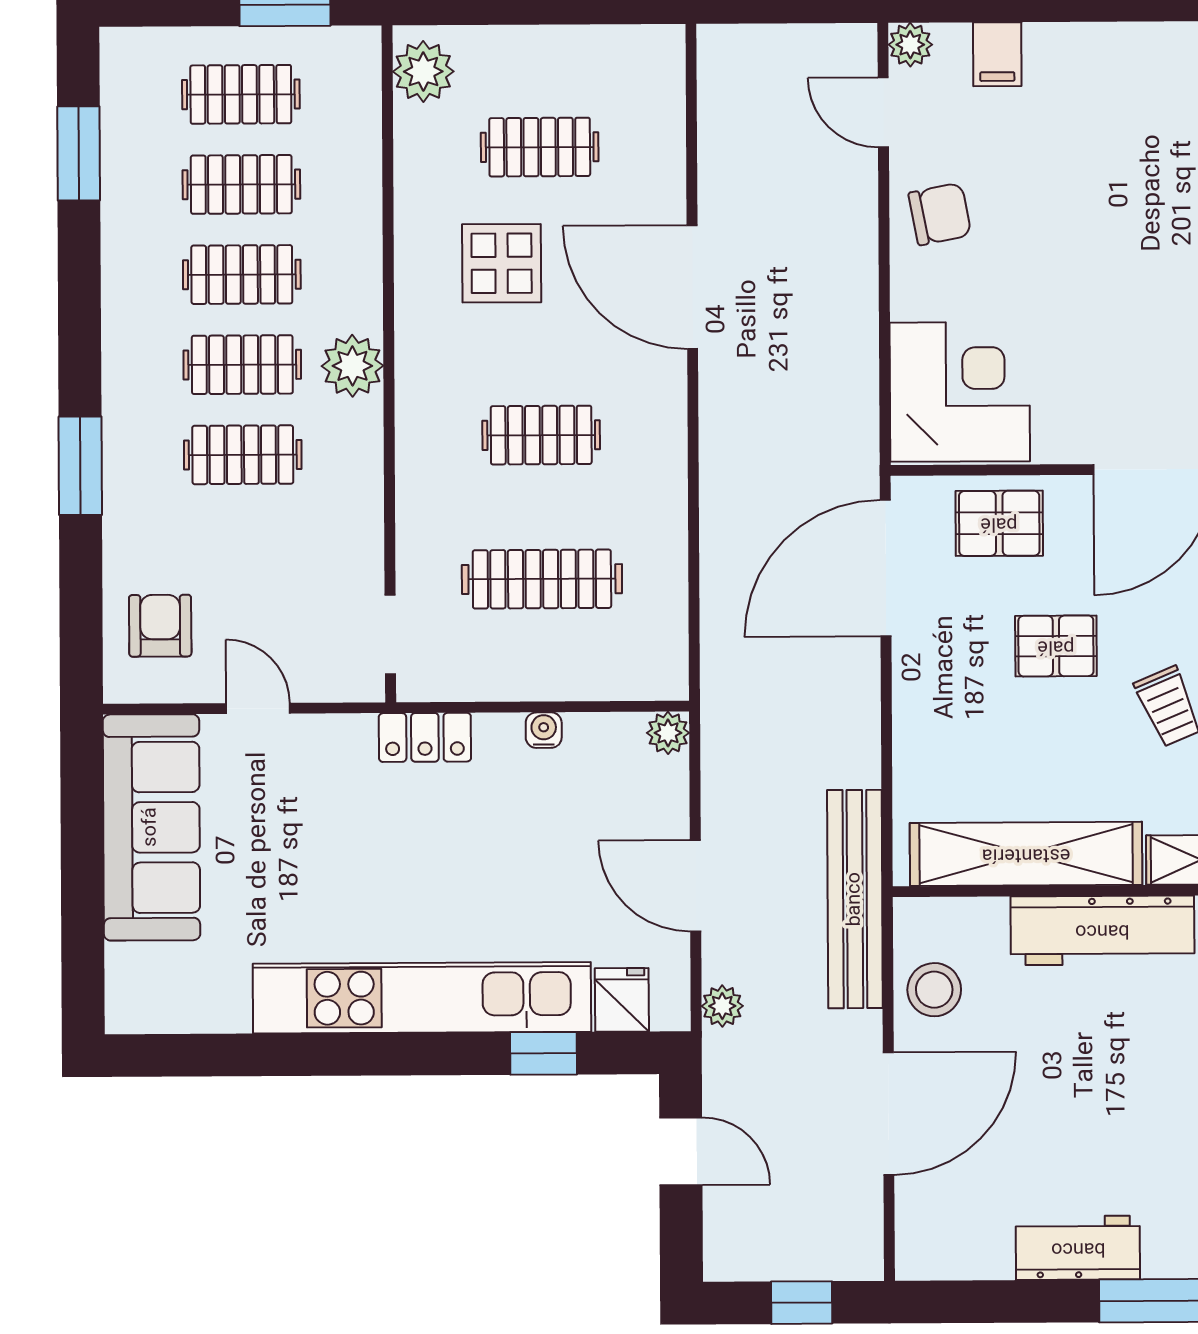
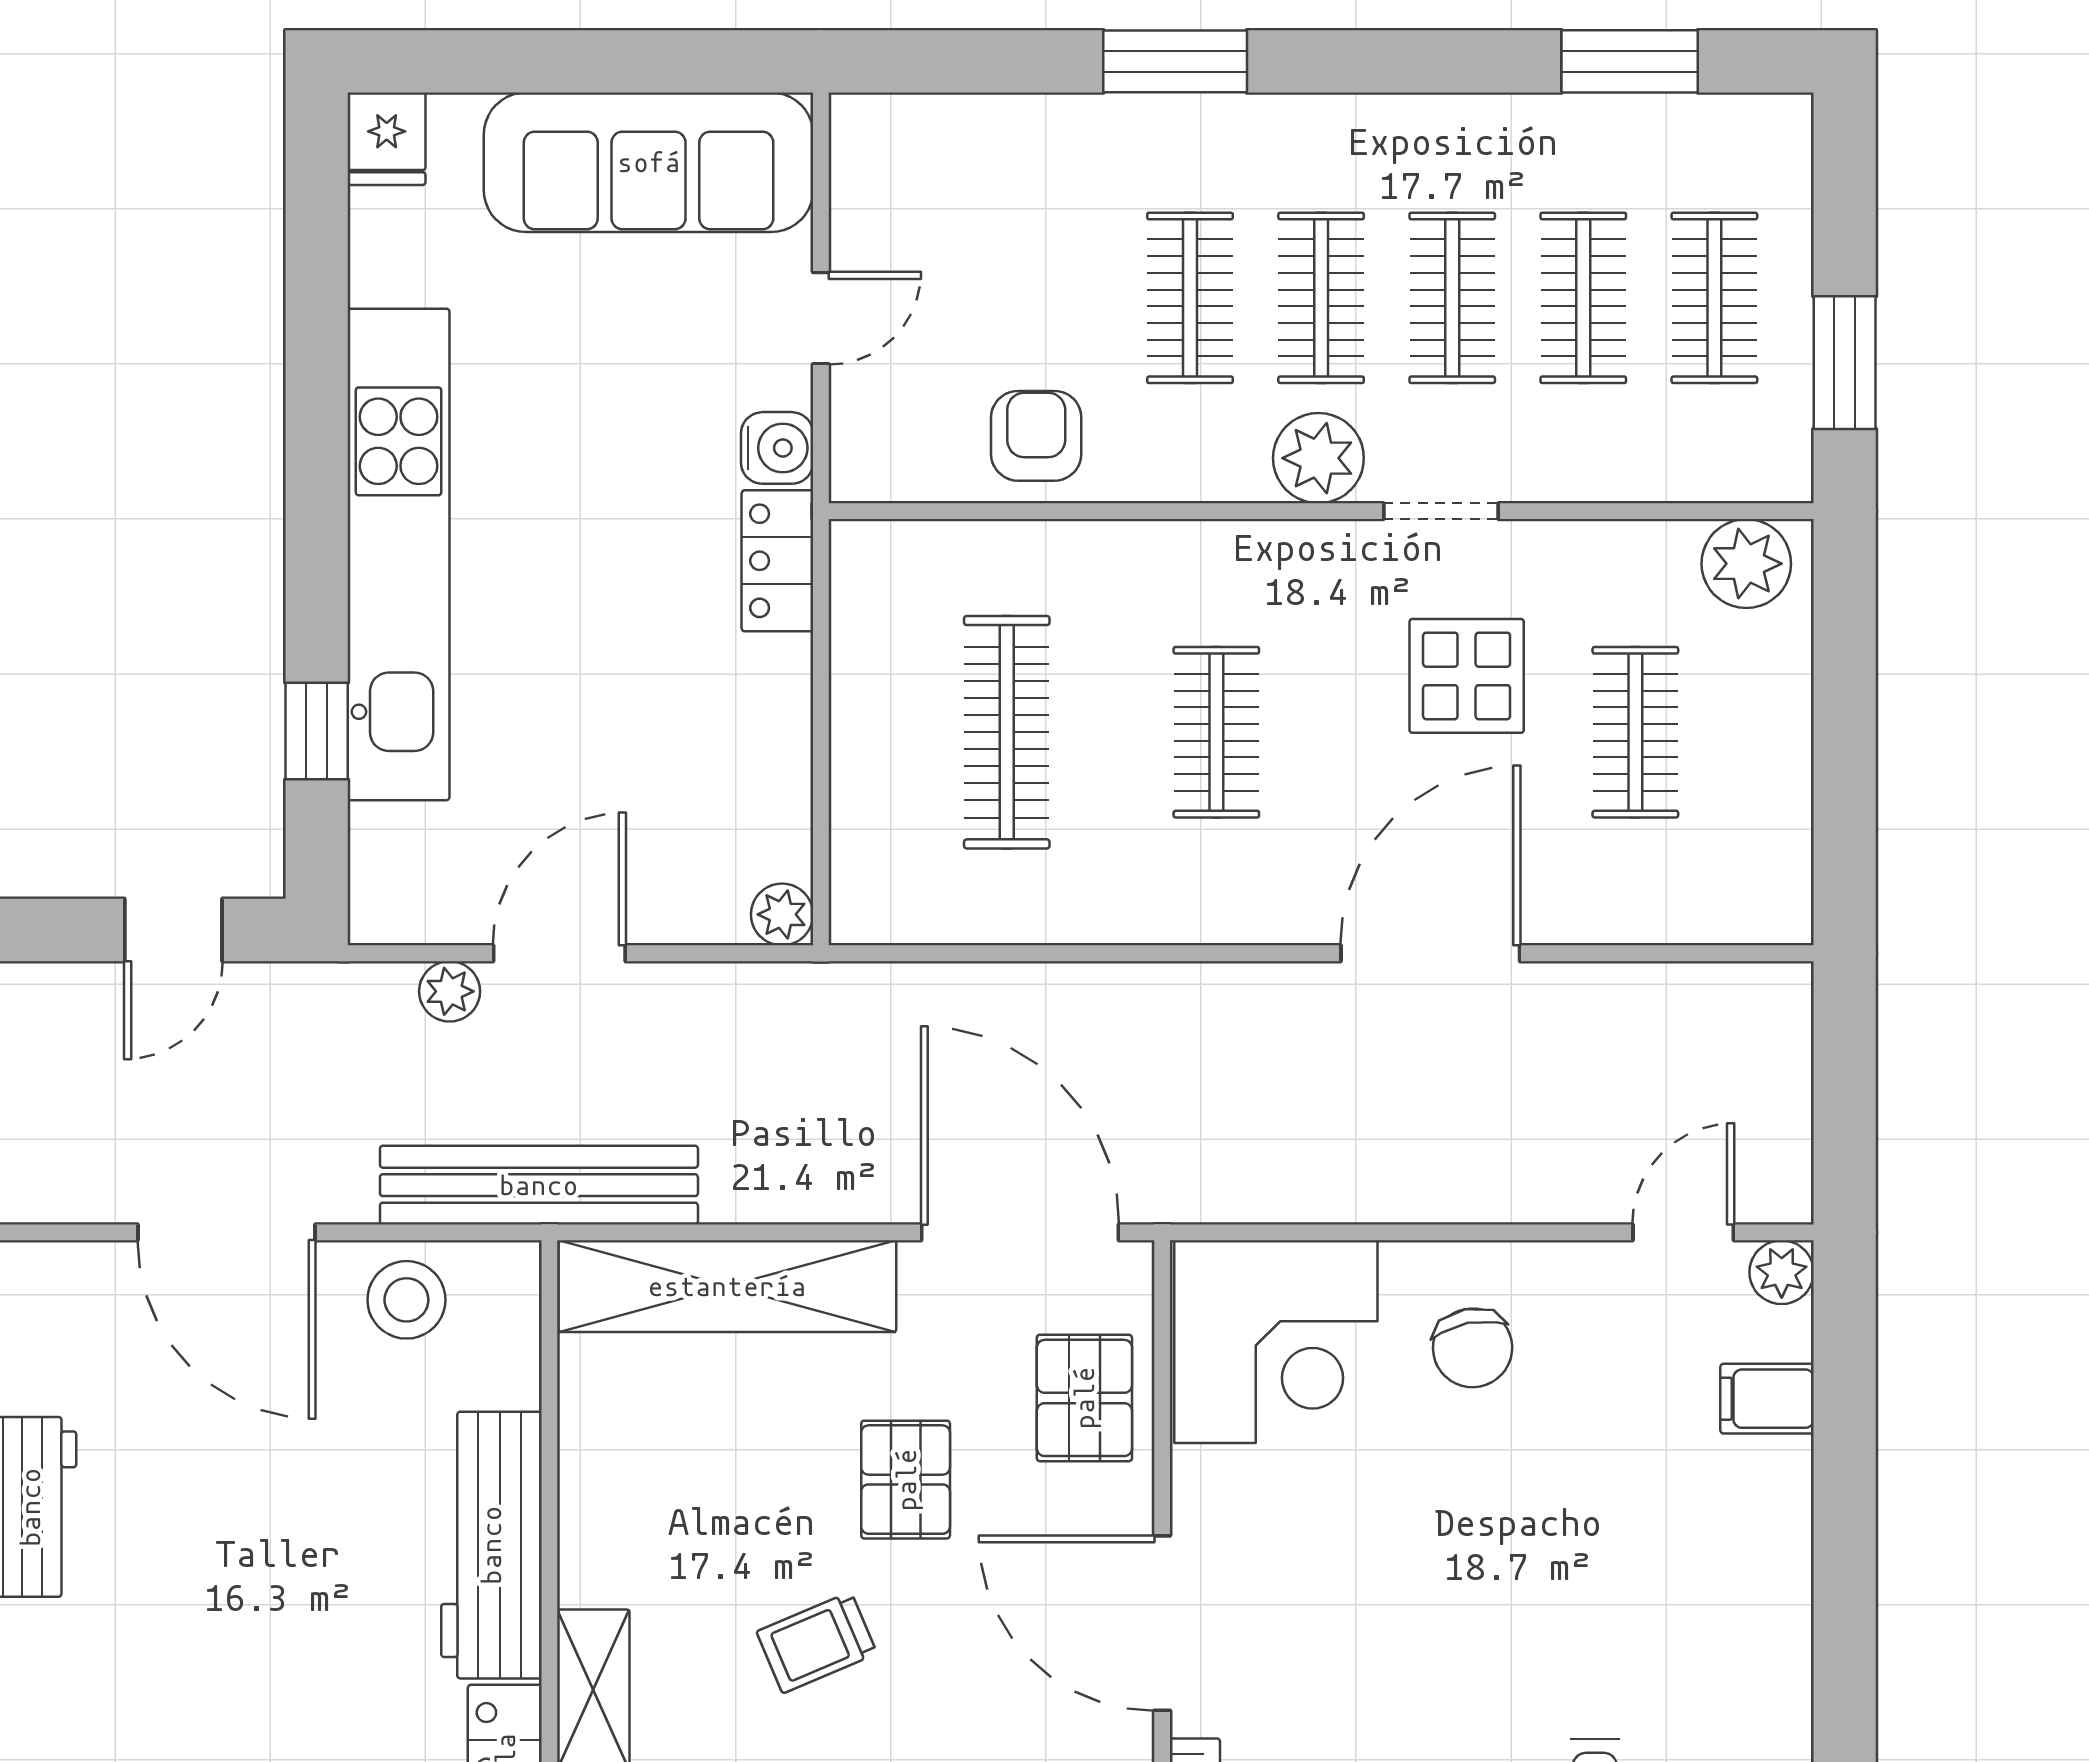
chair: (940, 214) -> (1473, 1348), moved
armchair: (160, 626) -> (1036, 436), moved, turned -90
doorway: (390, 634) -> (1441, 511), moved
water cooler: (544, 730) -> (777, 448), moved, width x1.38, depth x1.38
shelving: (1026, 854) -> (727, 1286), moved, turned 90
fridge: (622, 1000) -> (387, 139), moved, turned 90
plant: (722, 1006) -> (450, 991), moved

